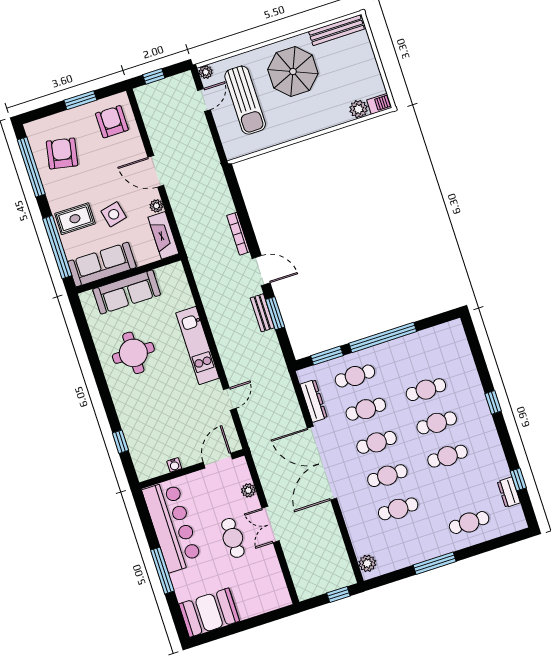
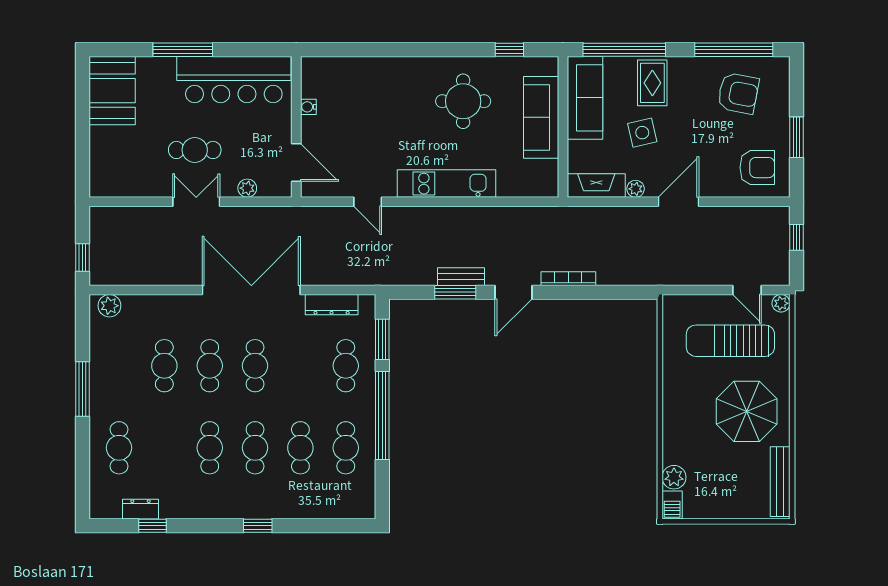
cafe table: (366, 409) -> (346, 448), moved
window: (120, 442) -> (509, 50), moved

